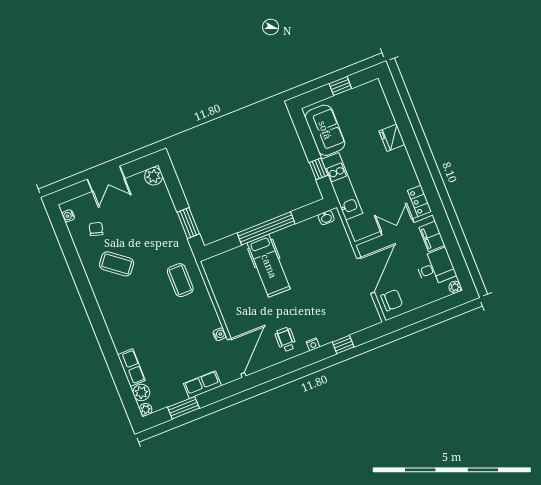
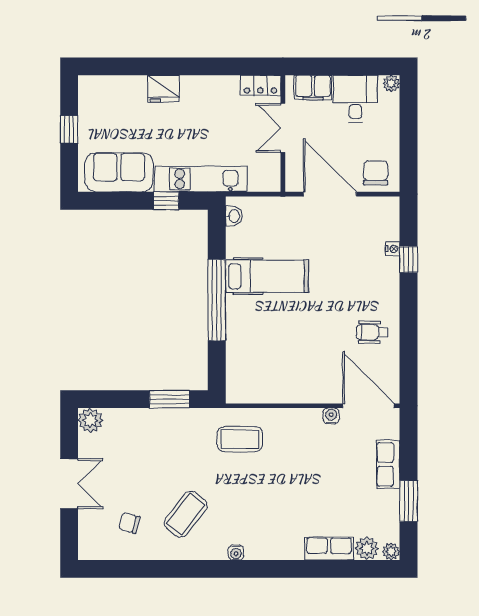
water cooler: (68, 216) -> (236, 552), moved
hospital bed: (269, 266) -> (267, 276), moved
nightstand: (313, 344) -> (393, 249), moved

